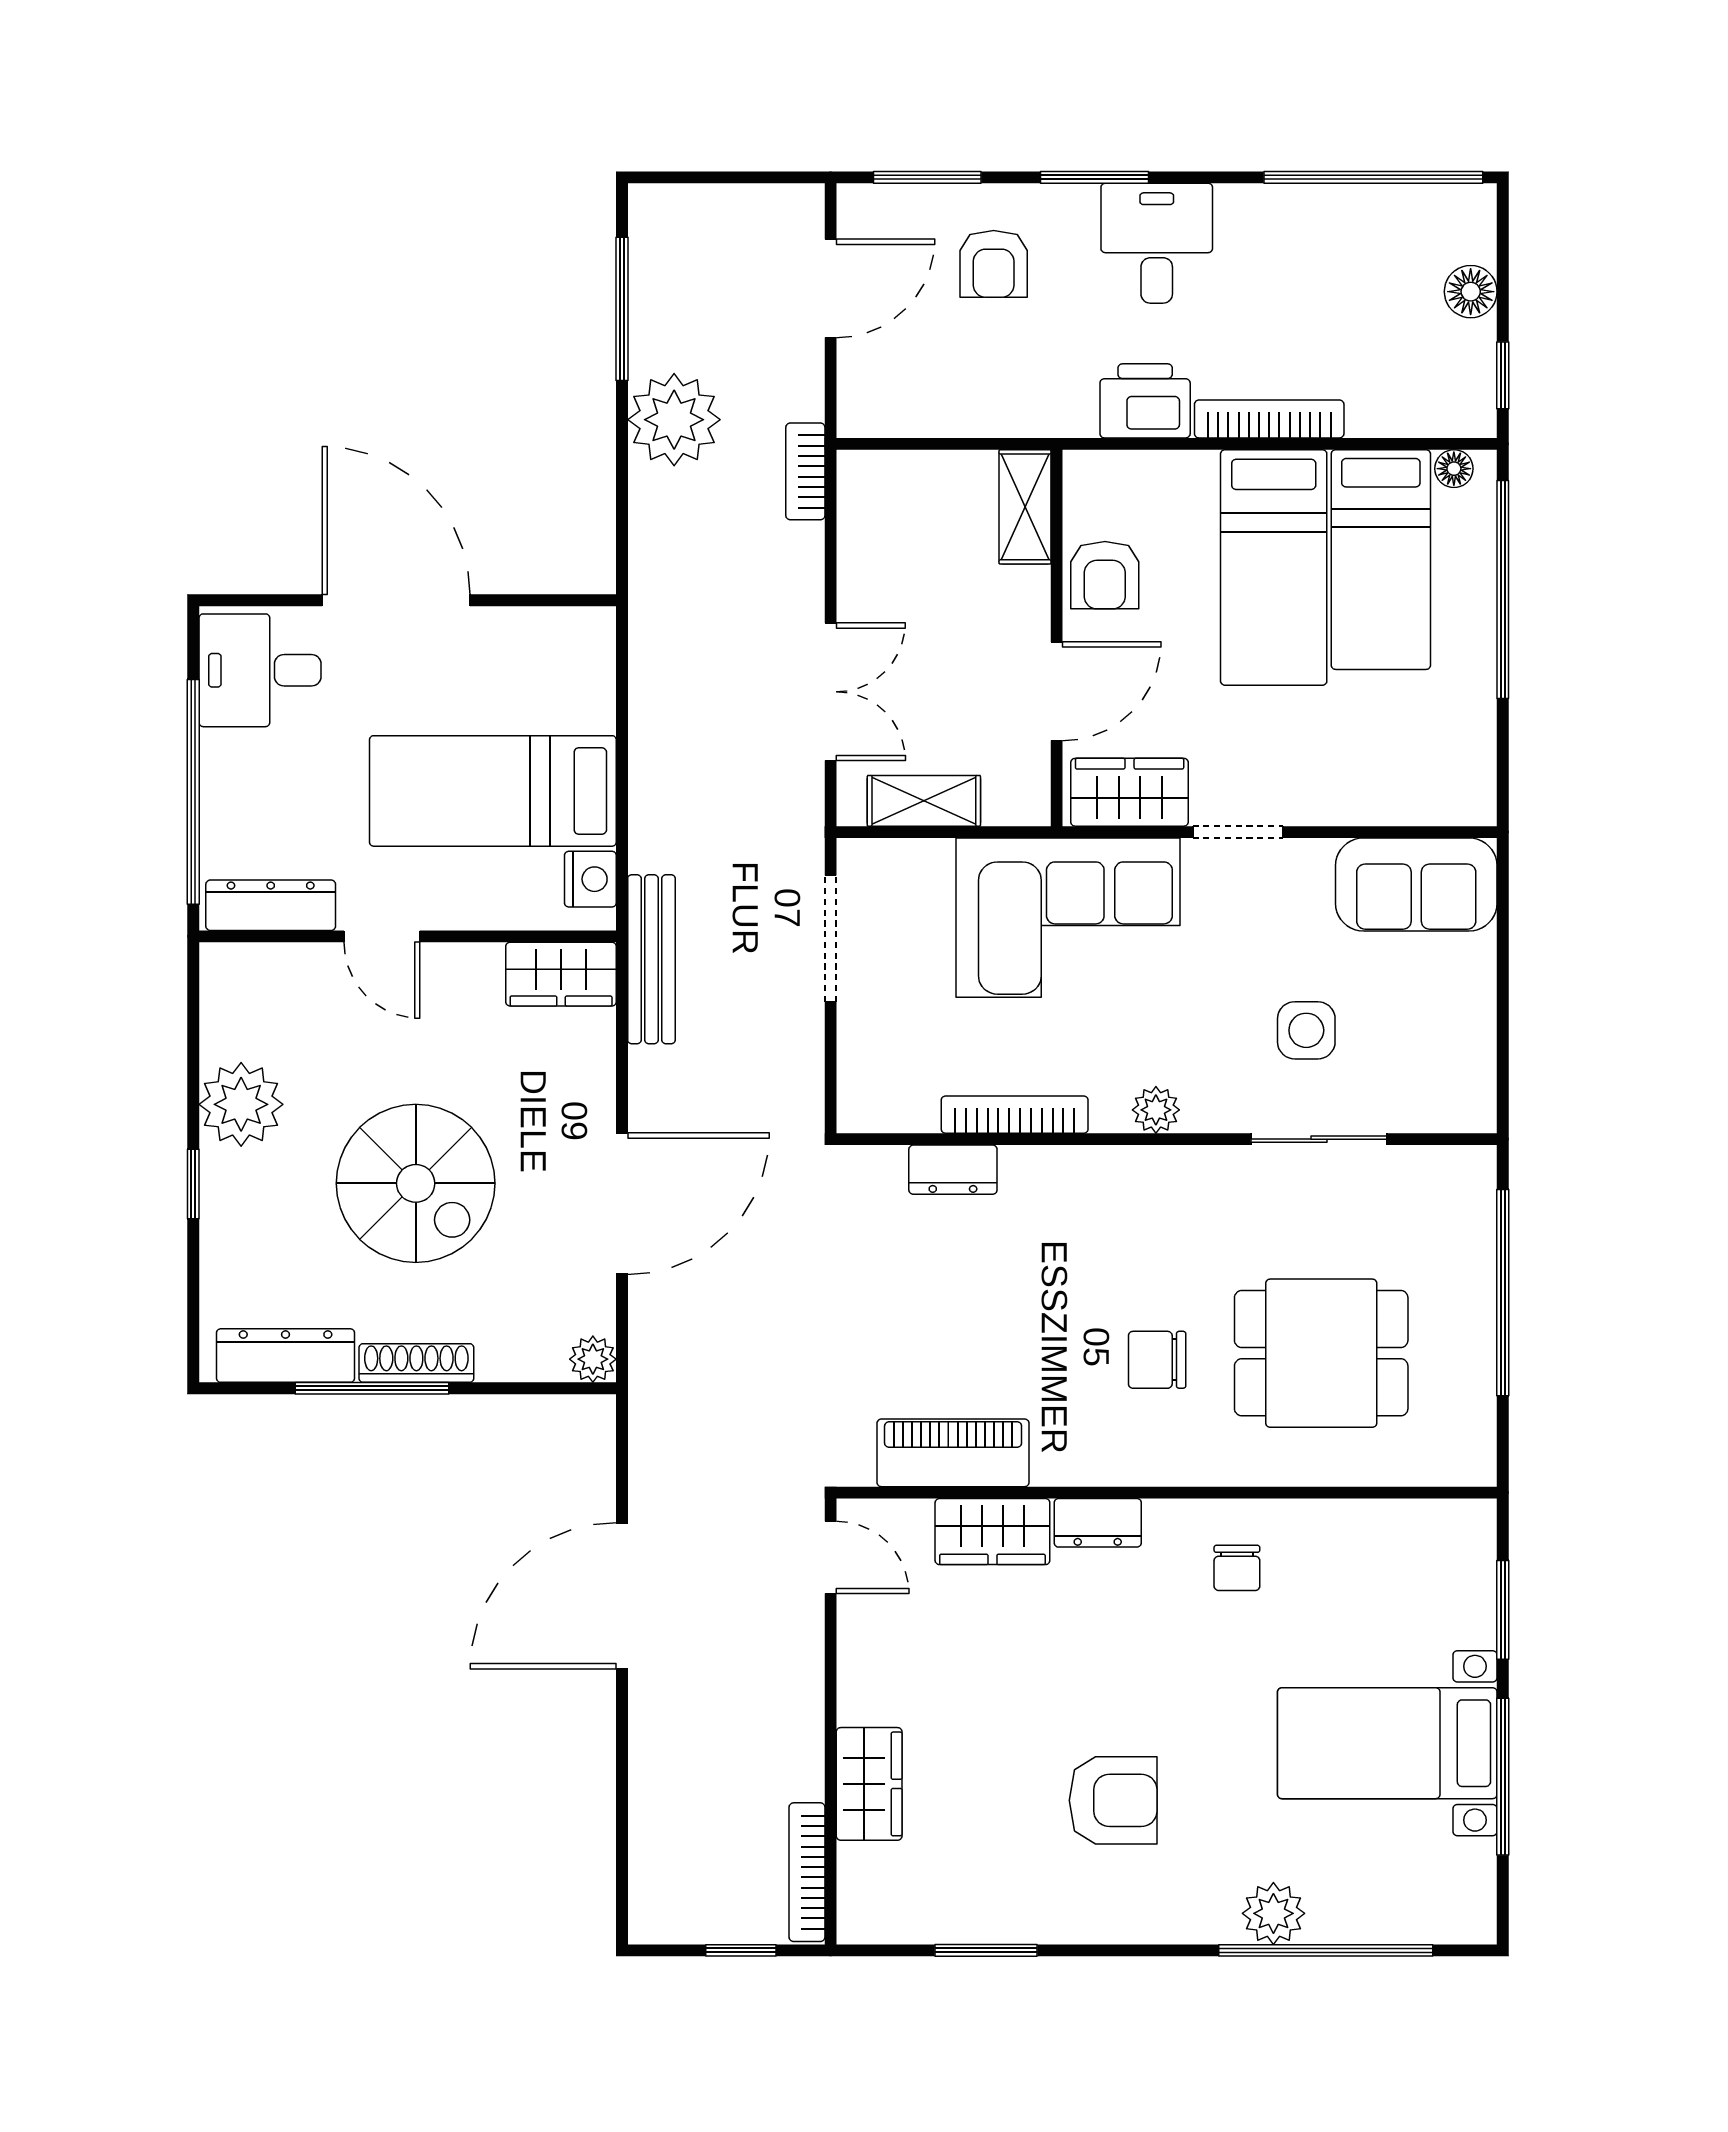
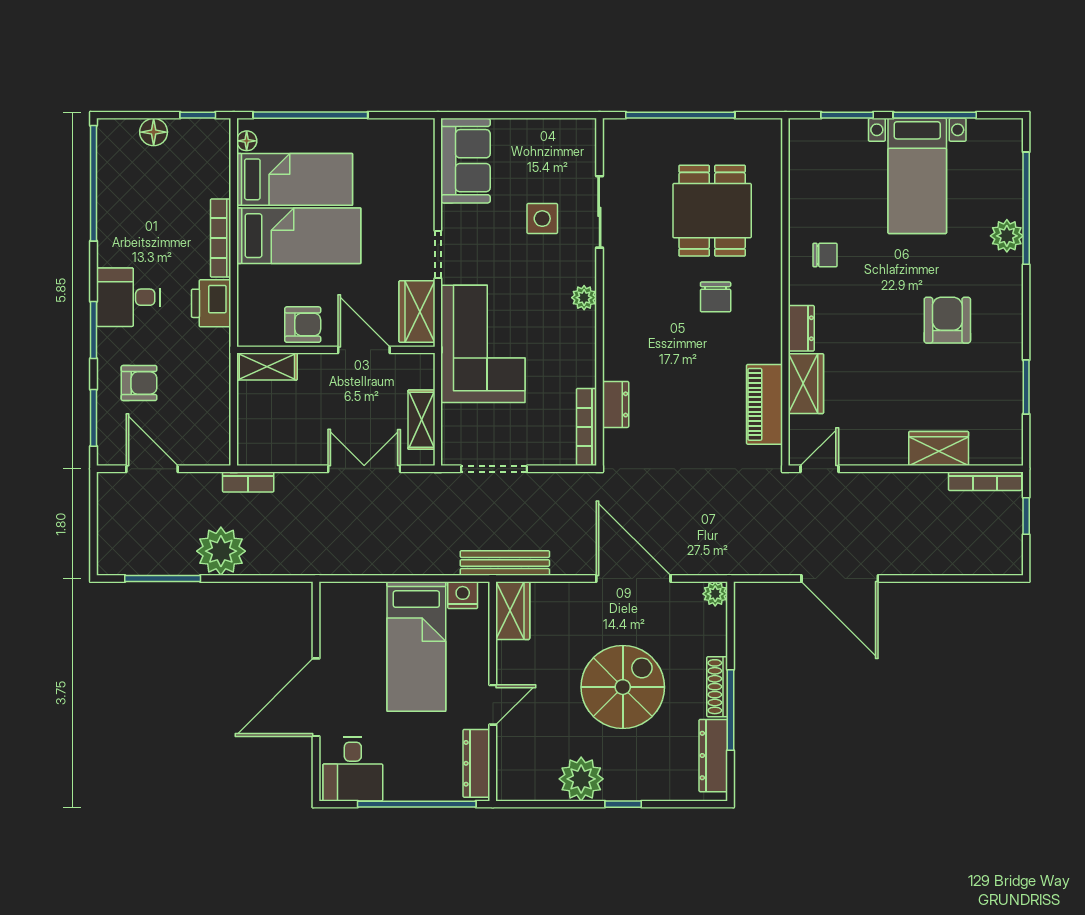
bookcase: (1015, 1115) -> (587, 427), moved

